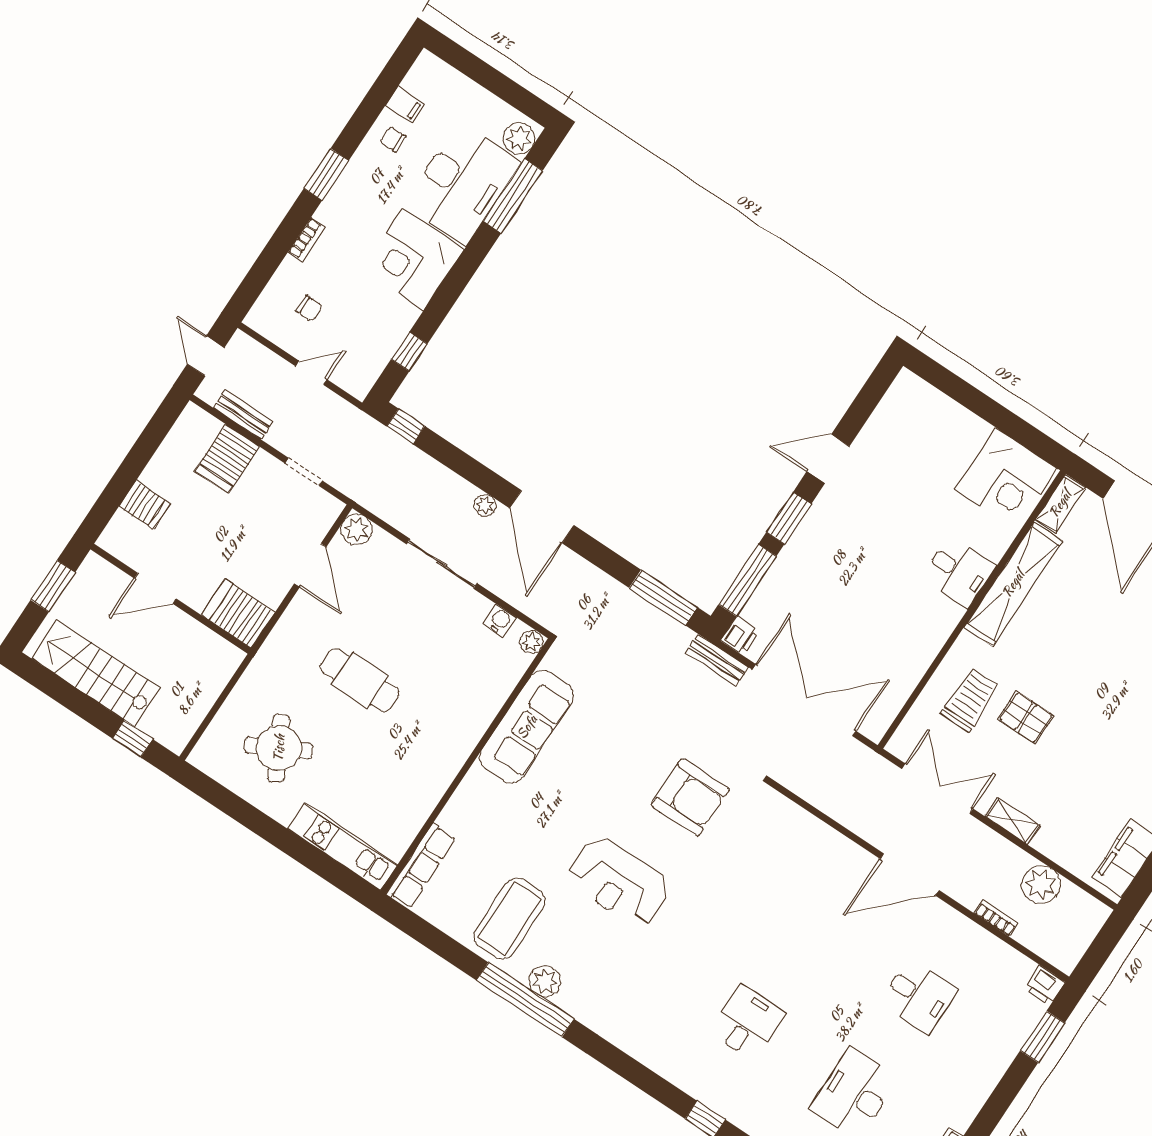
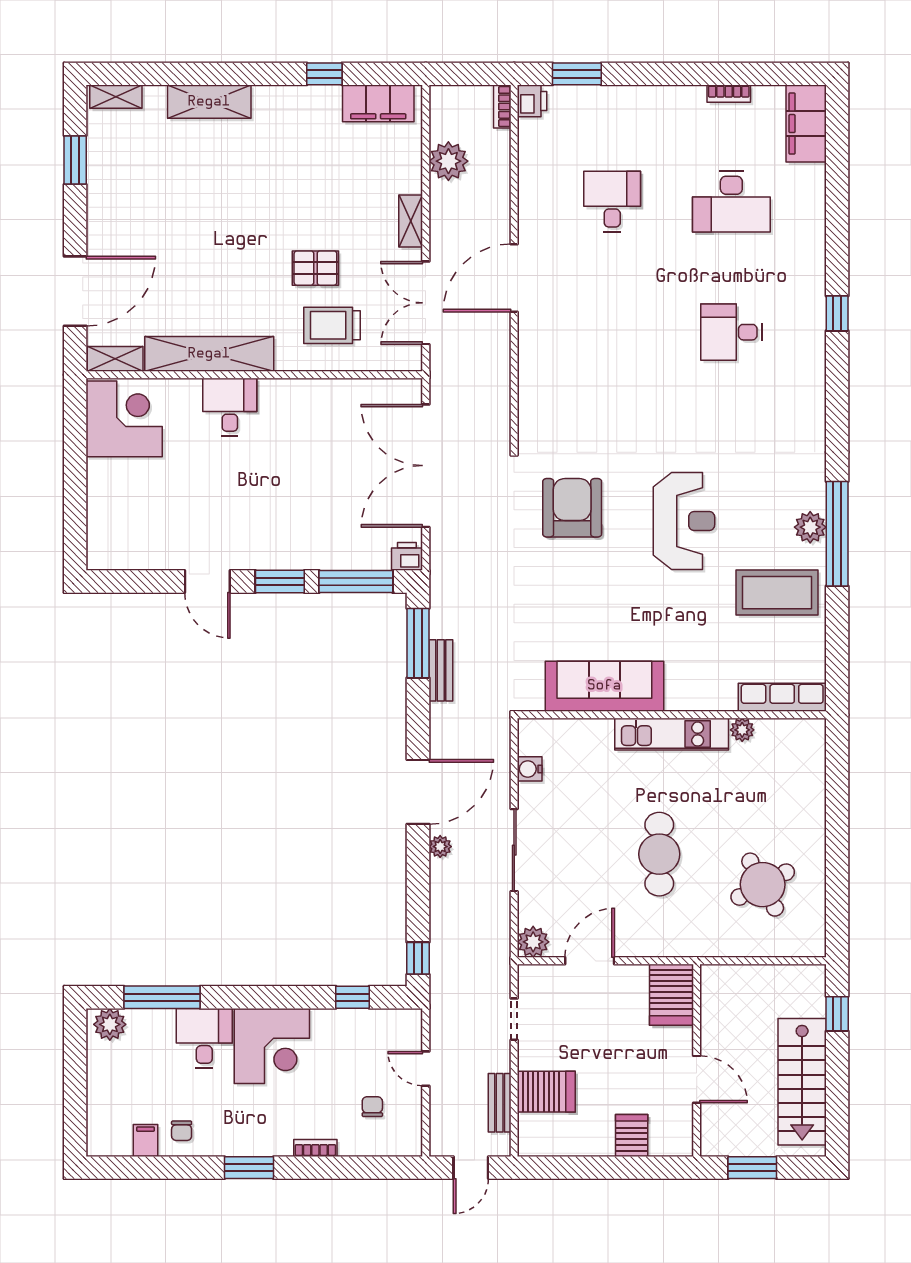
desk: (462, 183) -> (204, 1038), width x0.53, depth x0.77
plant: (531, 642) -> (742, 730), moved
bench: (717, 660) -> (441, 670), moved
pallet: (1026, 717) -> (315, 268), turned 90
kitchen unit: (343, 847) -> (672, 734), moved, turned -90
door: (910, 875) -> (514, 278), swing flipped
bookcase: (996, 918) -> (502, 107), moved

